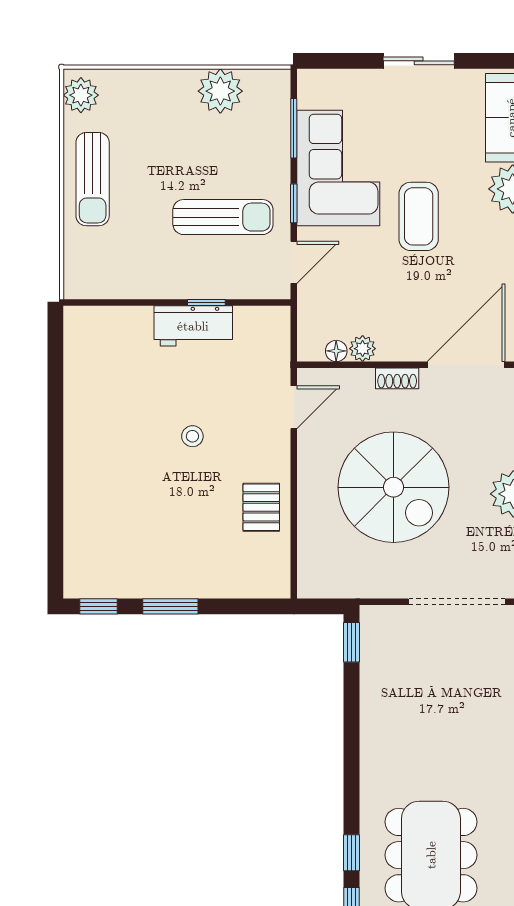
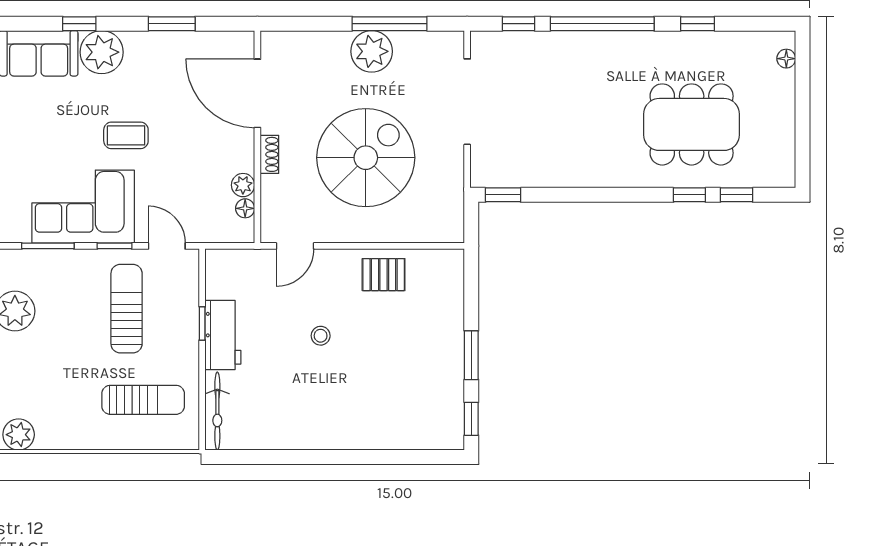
sun lounger: (93, 179) -> (143, 400), moved
coffee table: (419, 216) -> (126, 135), width x0.73, depth x0.77
bicycle: (107, 320) -> (217, 411), added
door: (294, 407) -> (295, 246), swing flipped

